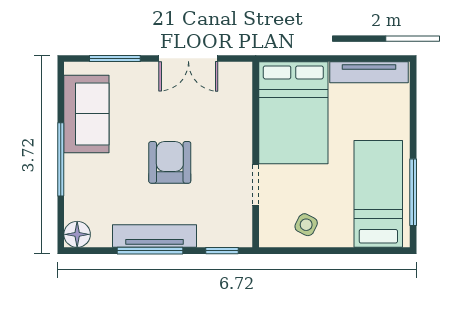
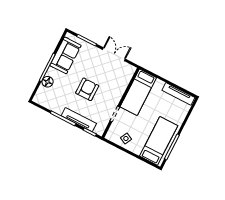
double door: (188, 58) -> (114, 54), swing flipped
bed: (293, 113) -> (138, 92), width x0.67
floor lamp: (77, 234) -> (48, 82), moved
tv unit: (155, 236) -> (79, 120), moved

